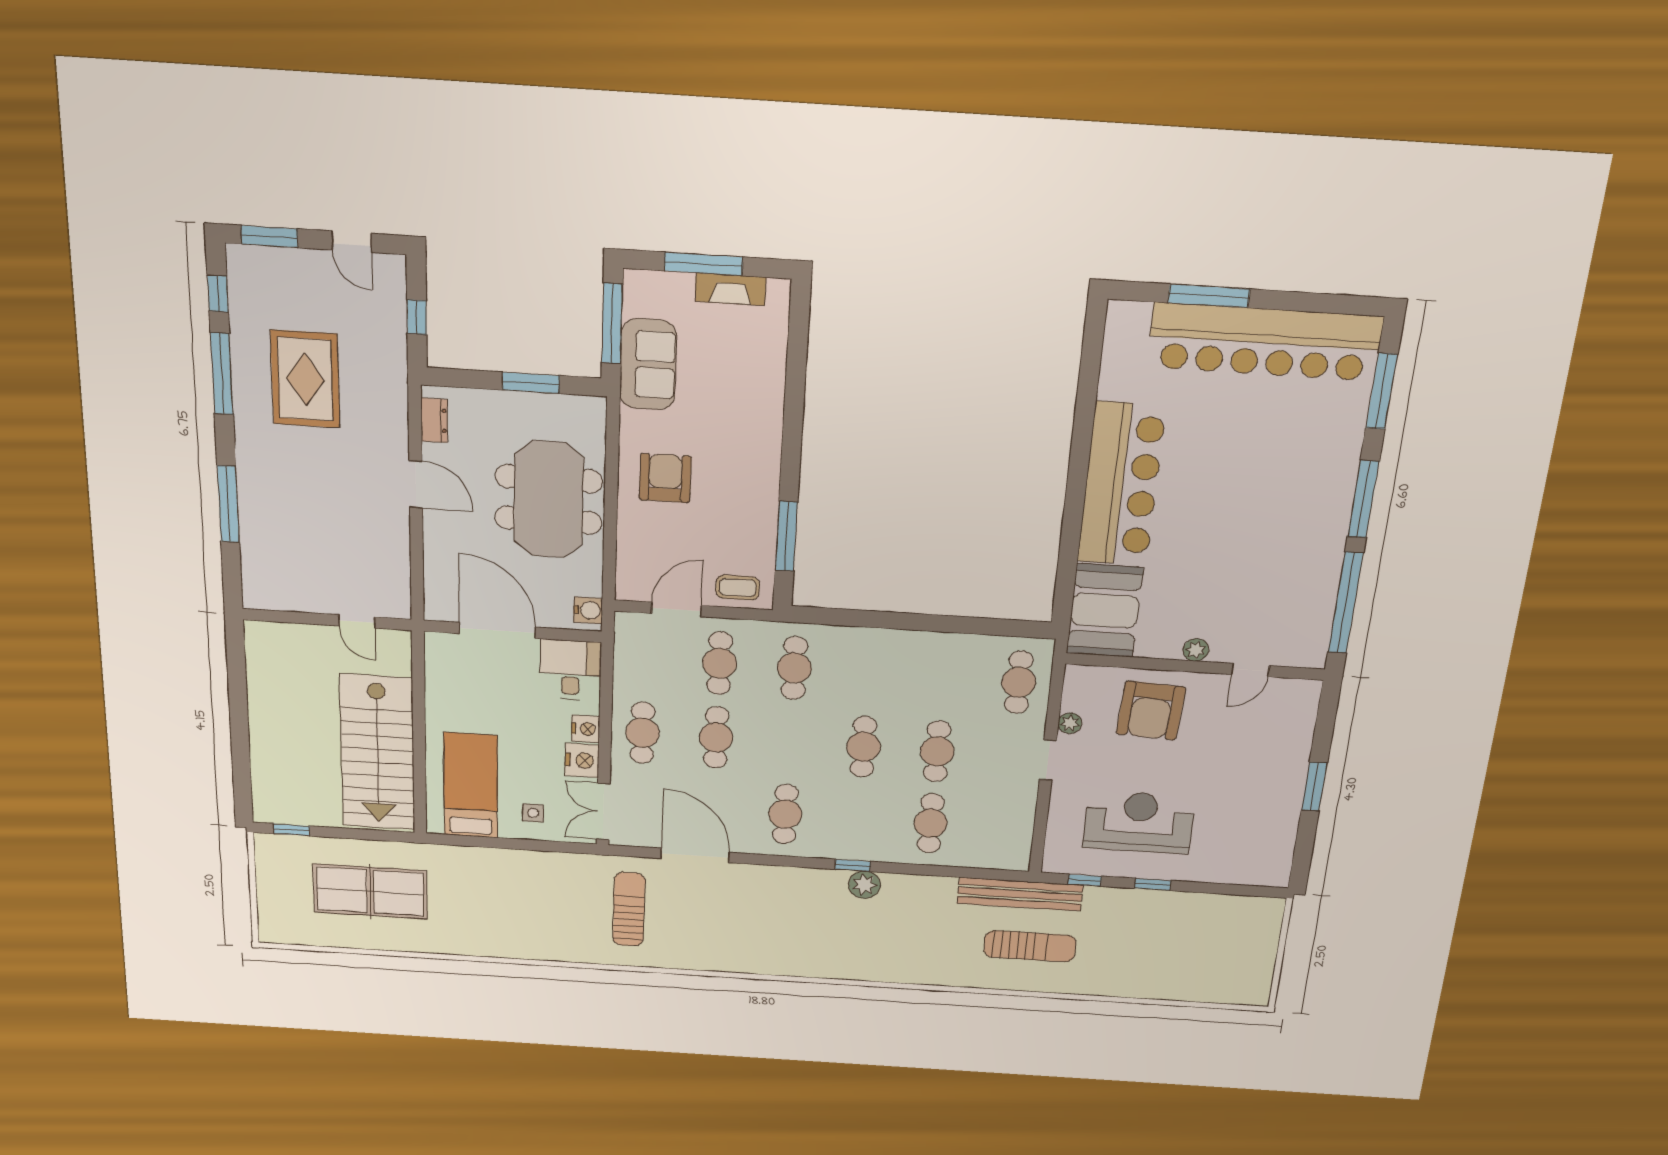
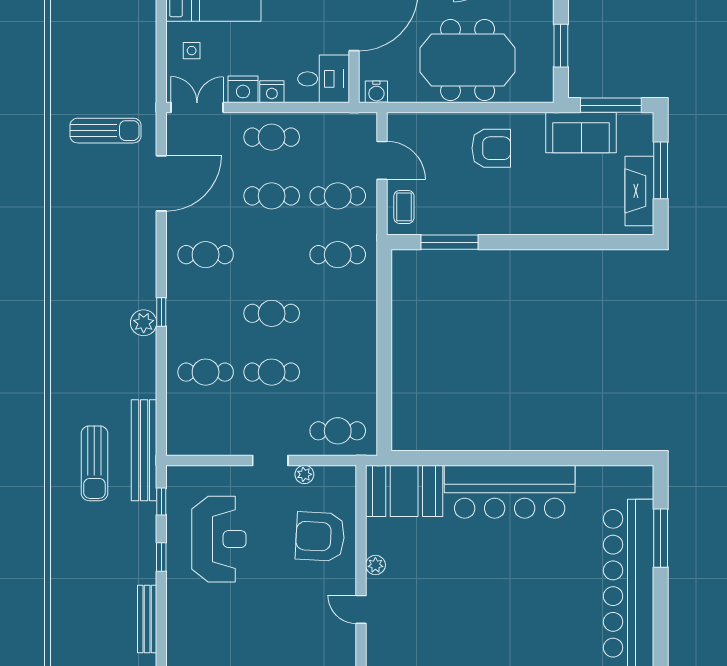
fireplace: (730, 289) -> (639, 191), width x1.37, depth x1.32
bench: (1226, 904) -> (147, 619), added

